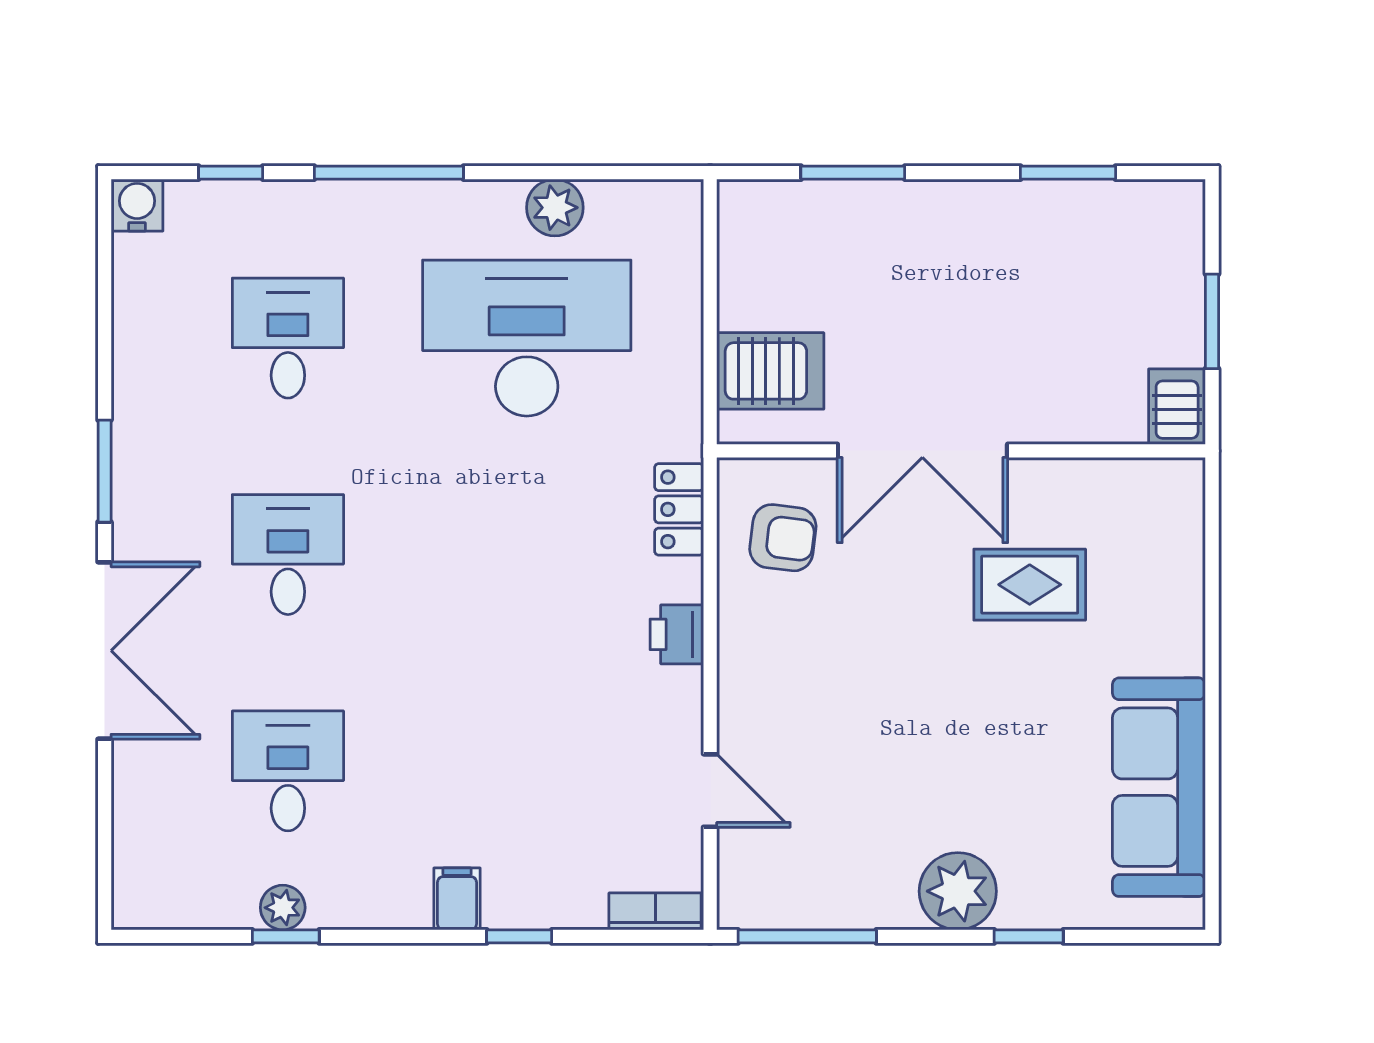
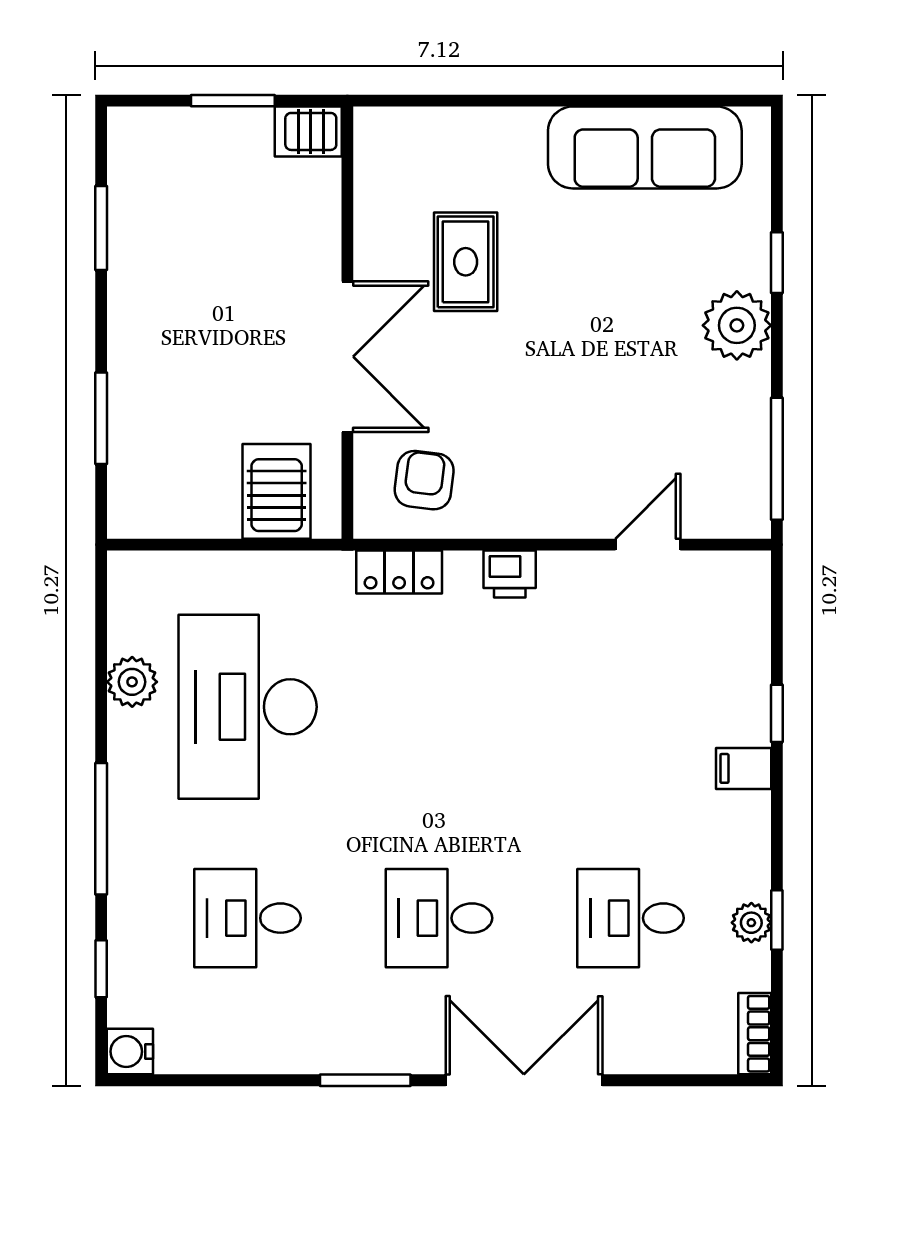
bookcase: (655, 911) -> (755, 1034), moved

